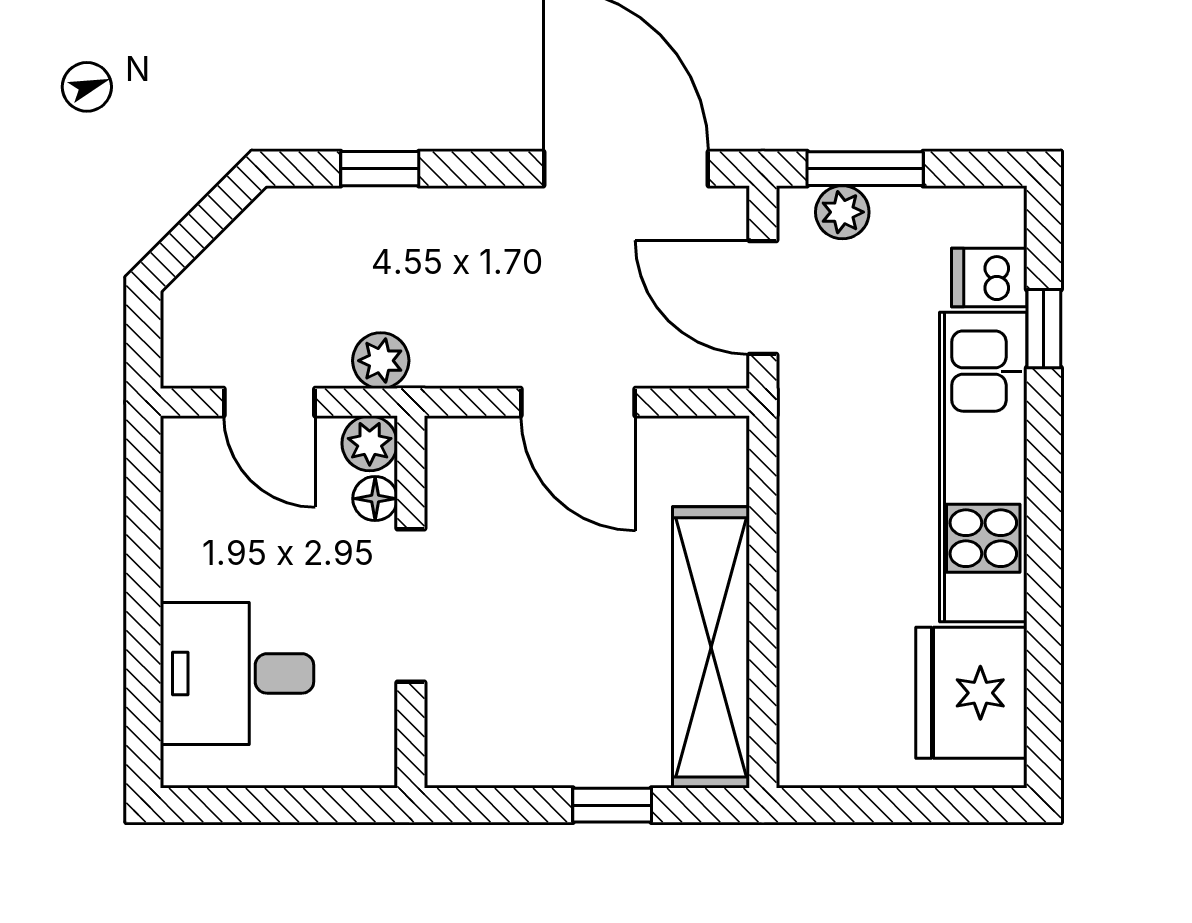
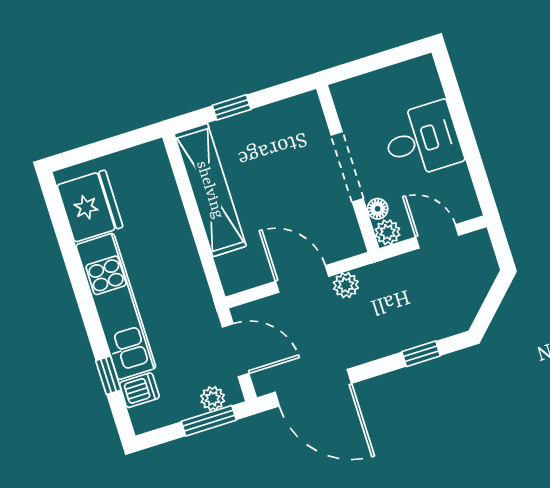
plant: (381, 361) -> (346, 285), moved
desk: (237, 673) -> (422, 140), moved

